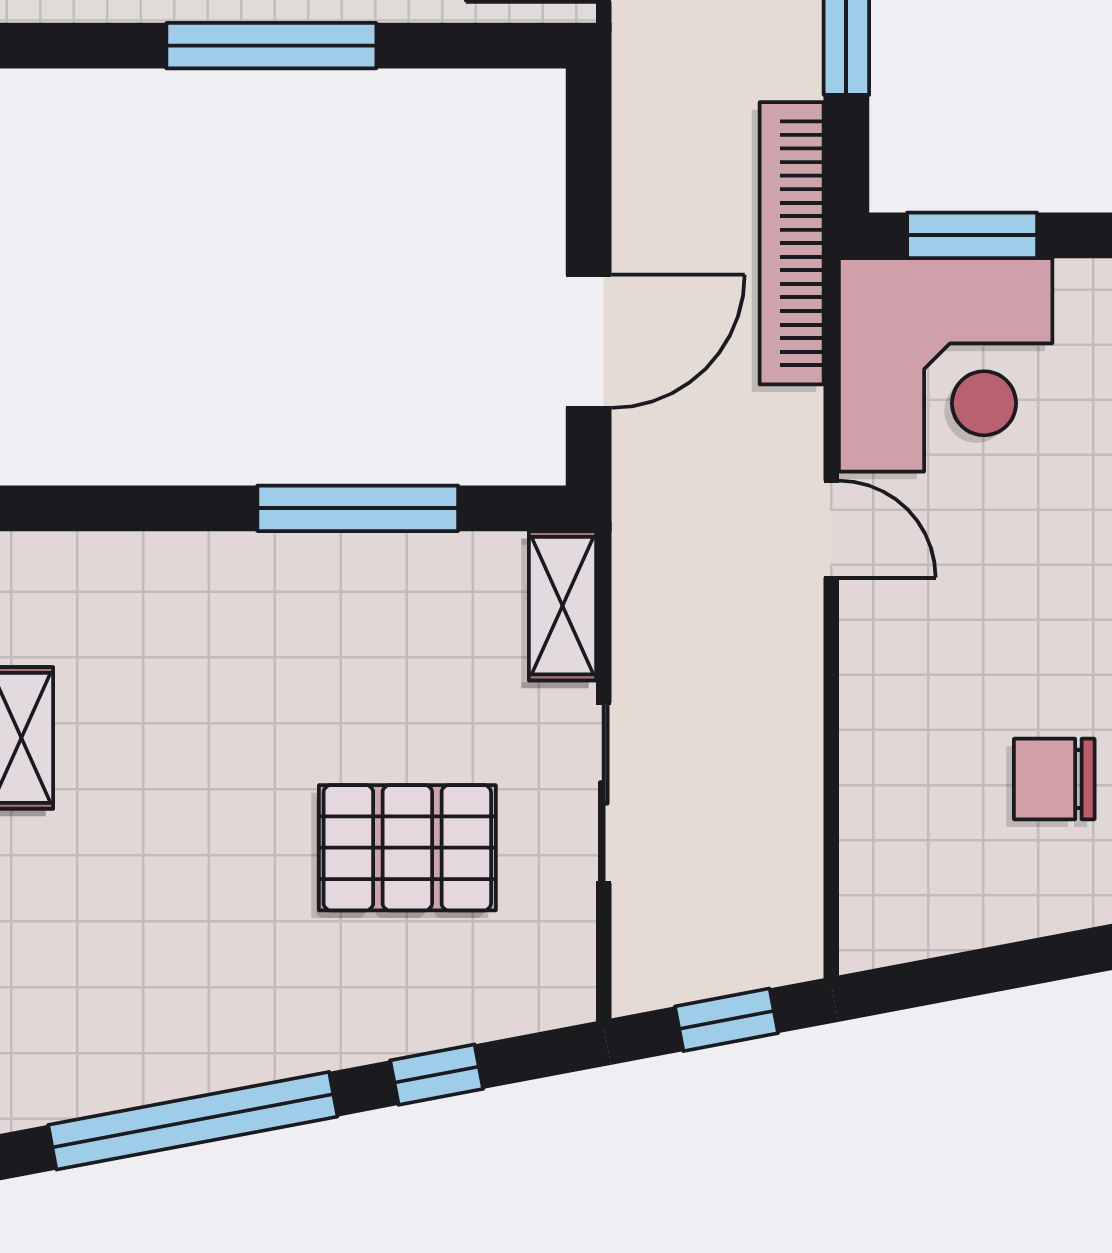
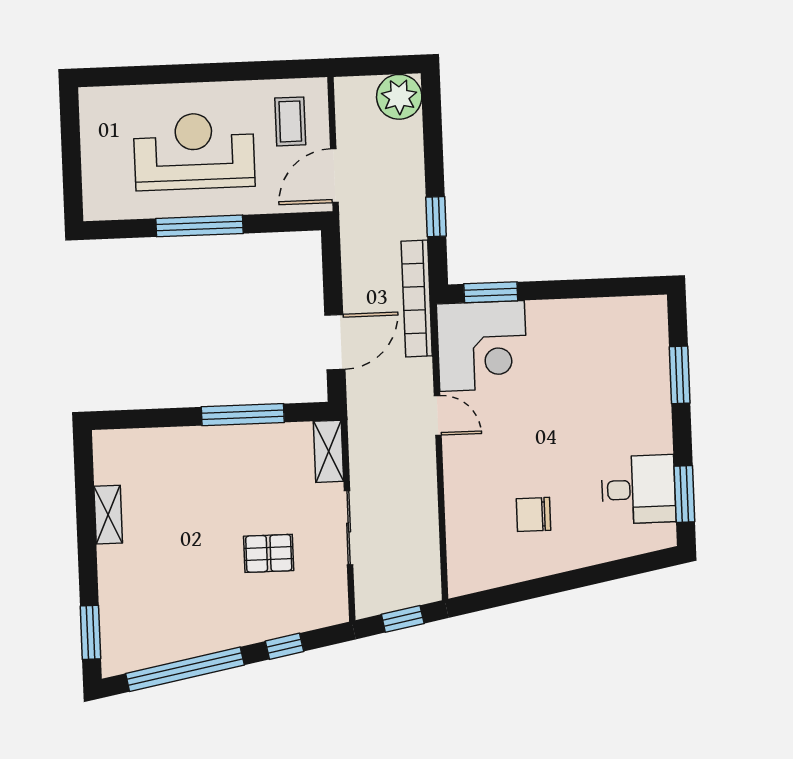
pallet: (407, 848) -> (269, 553), width x0.67, depth x0.71

